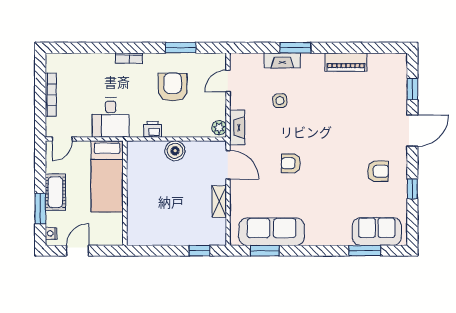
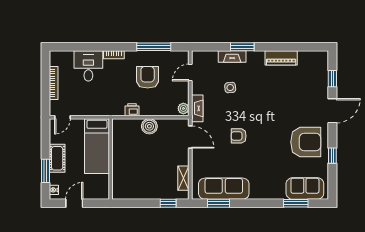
window: (181, 48) -> (154, 47), width x1.44
desk: (111, 118) -> (88, 66), moved, turned 180
armchair: (378, 171) -> (306, 142), width x1.88, depth x1.88
shelving: (219, 201) -> (183, 178), moved

